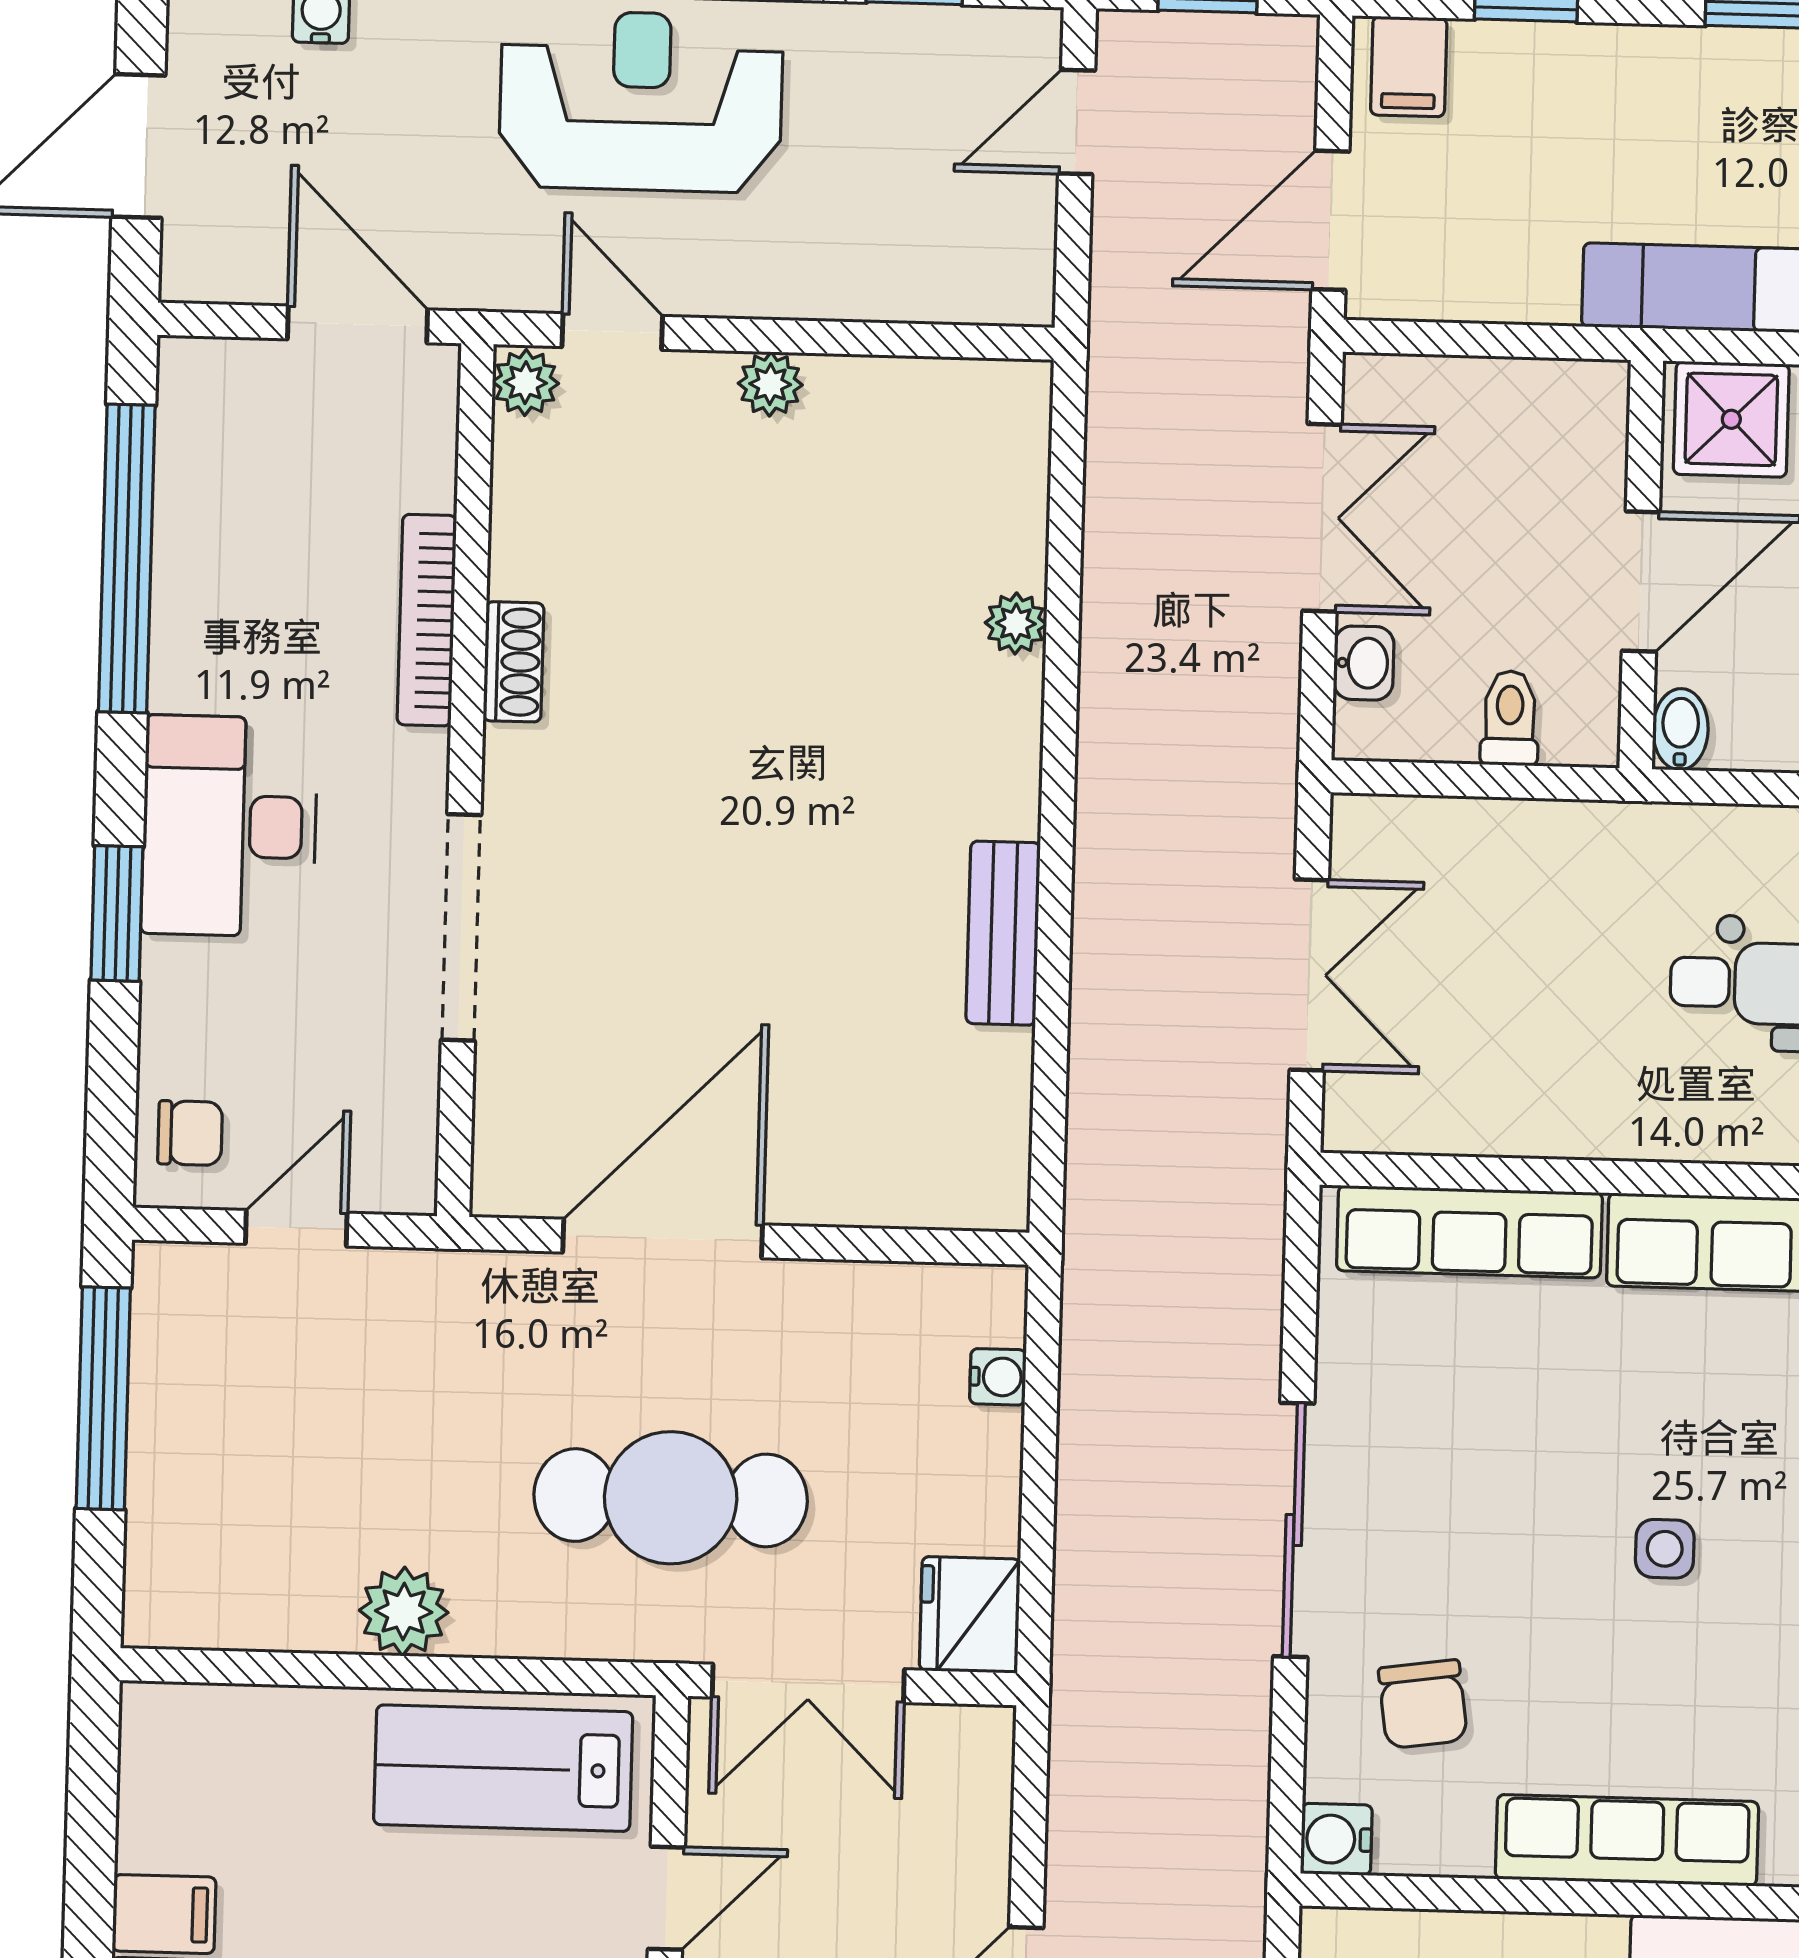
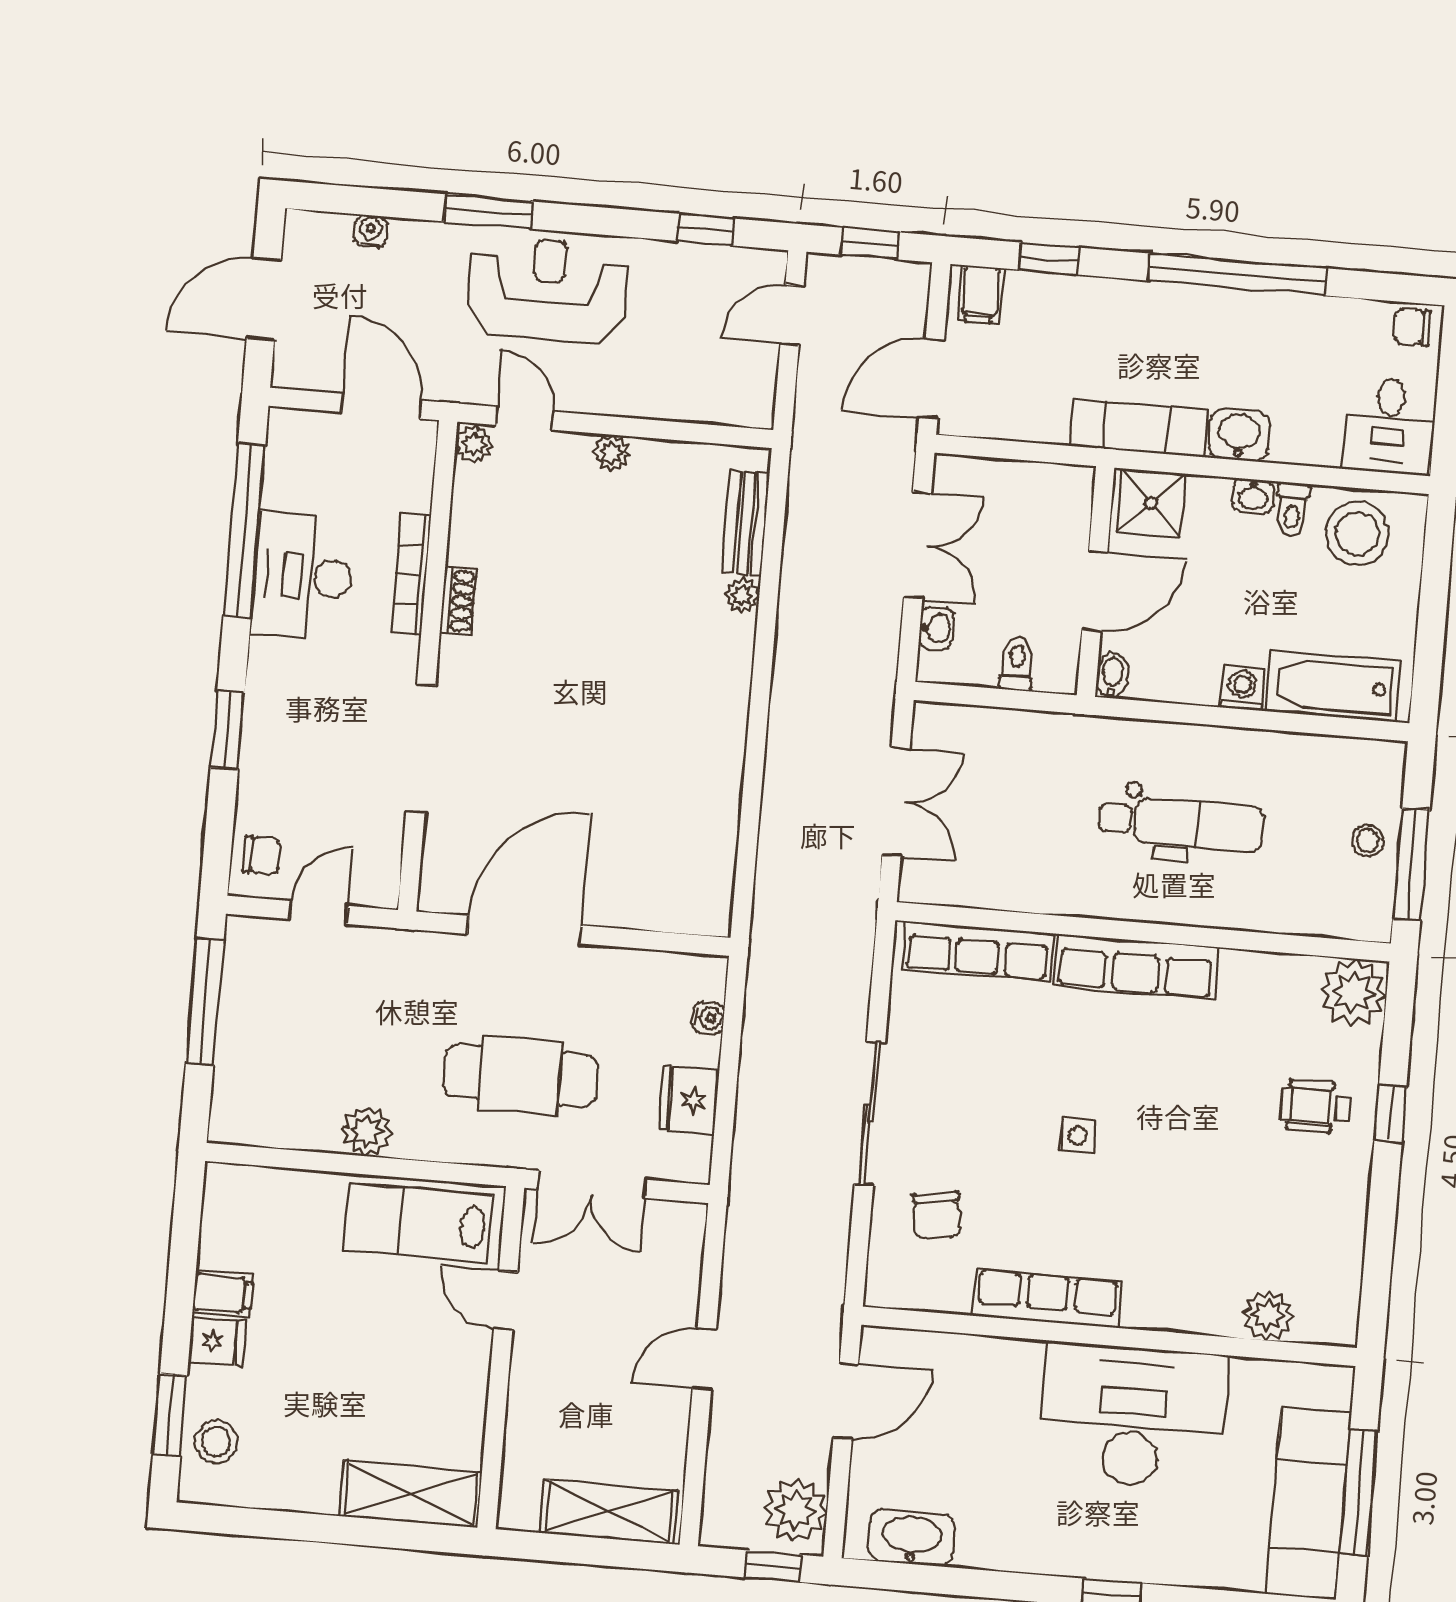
desk: (229, 826) -> (303, 576), moved
bench: (1003, 933) -> (746, 523), moved
fridge: (970, 1615) -> (689, 1100), moved
water cooler: (1336, 1839) -> (884, 1289), removed
door: (666, 1898) -> (506, 1301), swing flipped

